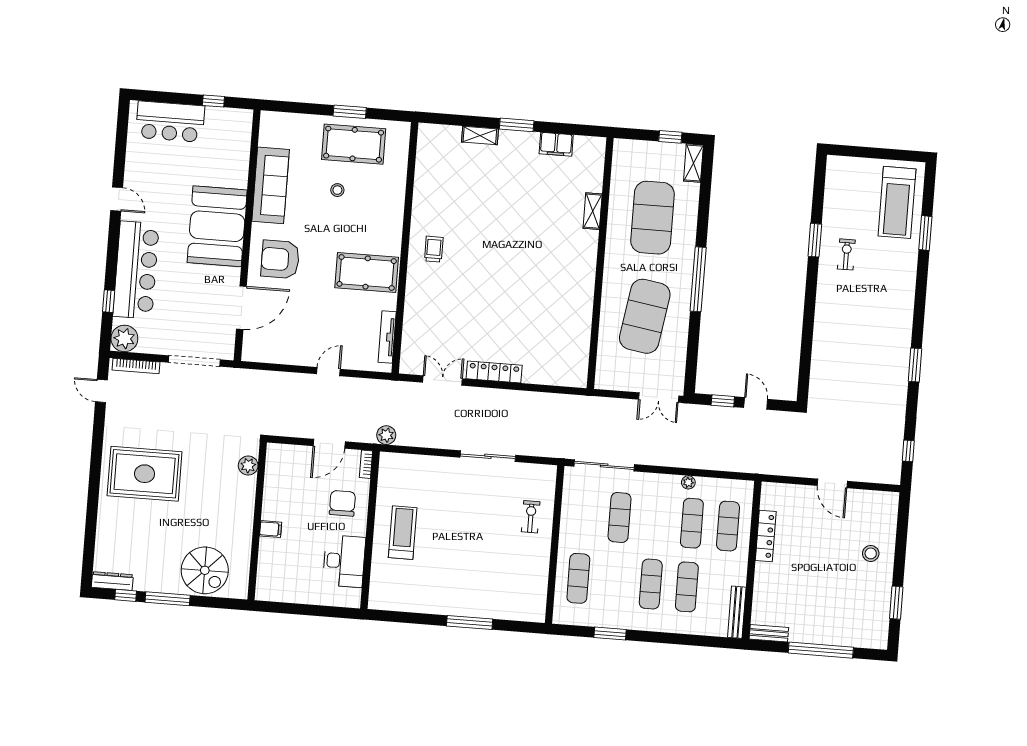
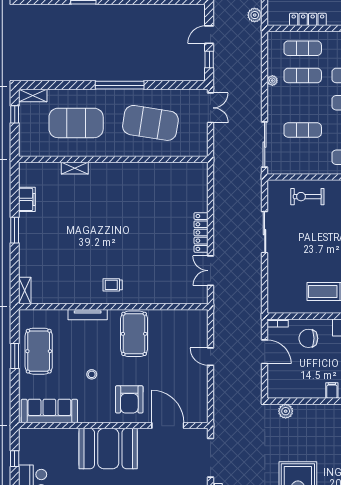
shelving: (480, 135) -> (25, 291), moved
sofa: (271, 185) -> (49, 411), moved
stool: (337, 190) -> (92, 374), moved
tv unit: (387, 337) -> (88, 315), moved
plant: (386, 435) -> (255, 15), moved
exercise bike: (531, 517) -> (307, 197), width x1.38, depth x1.39

